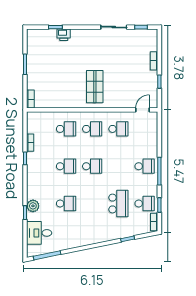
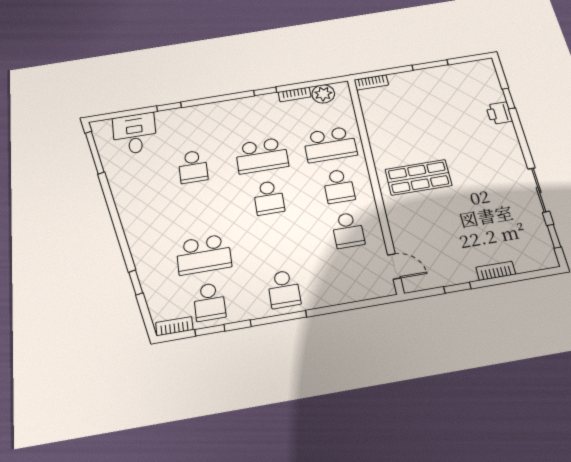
school desk: (66, 129) -> (330, 144), width x1.85
school desk: (66, 166) -> (262, 155), width x1.85
plant: (33, 206) -> (323, 94), moved

